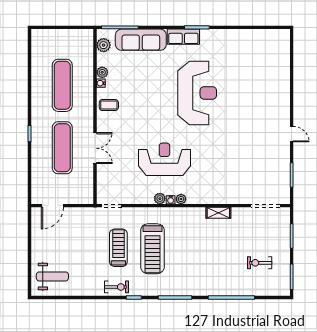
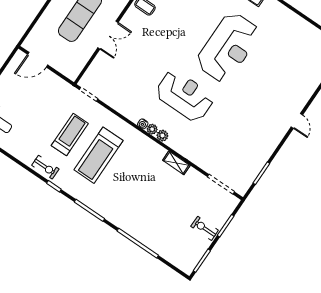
door: (292, 134) -> (297, 121), moved
reception desk: (164, 159) -> (185, 96), moved
plant: (160, 199) -> (162, 136), moved
exercise bike: (260, 263) -> (205, 228), moved

